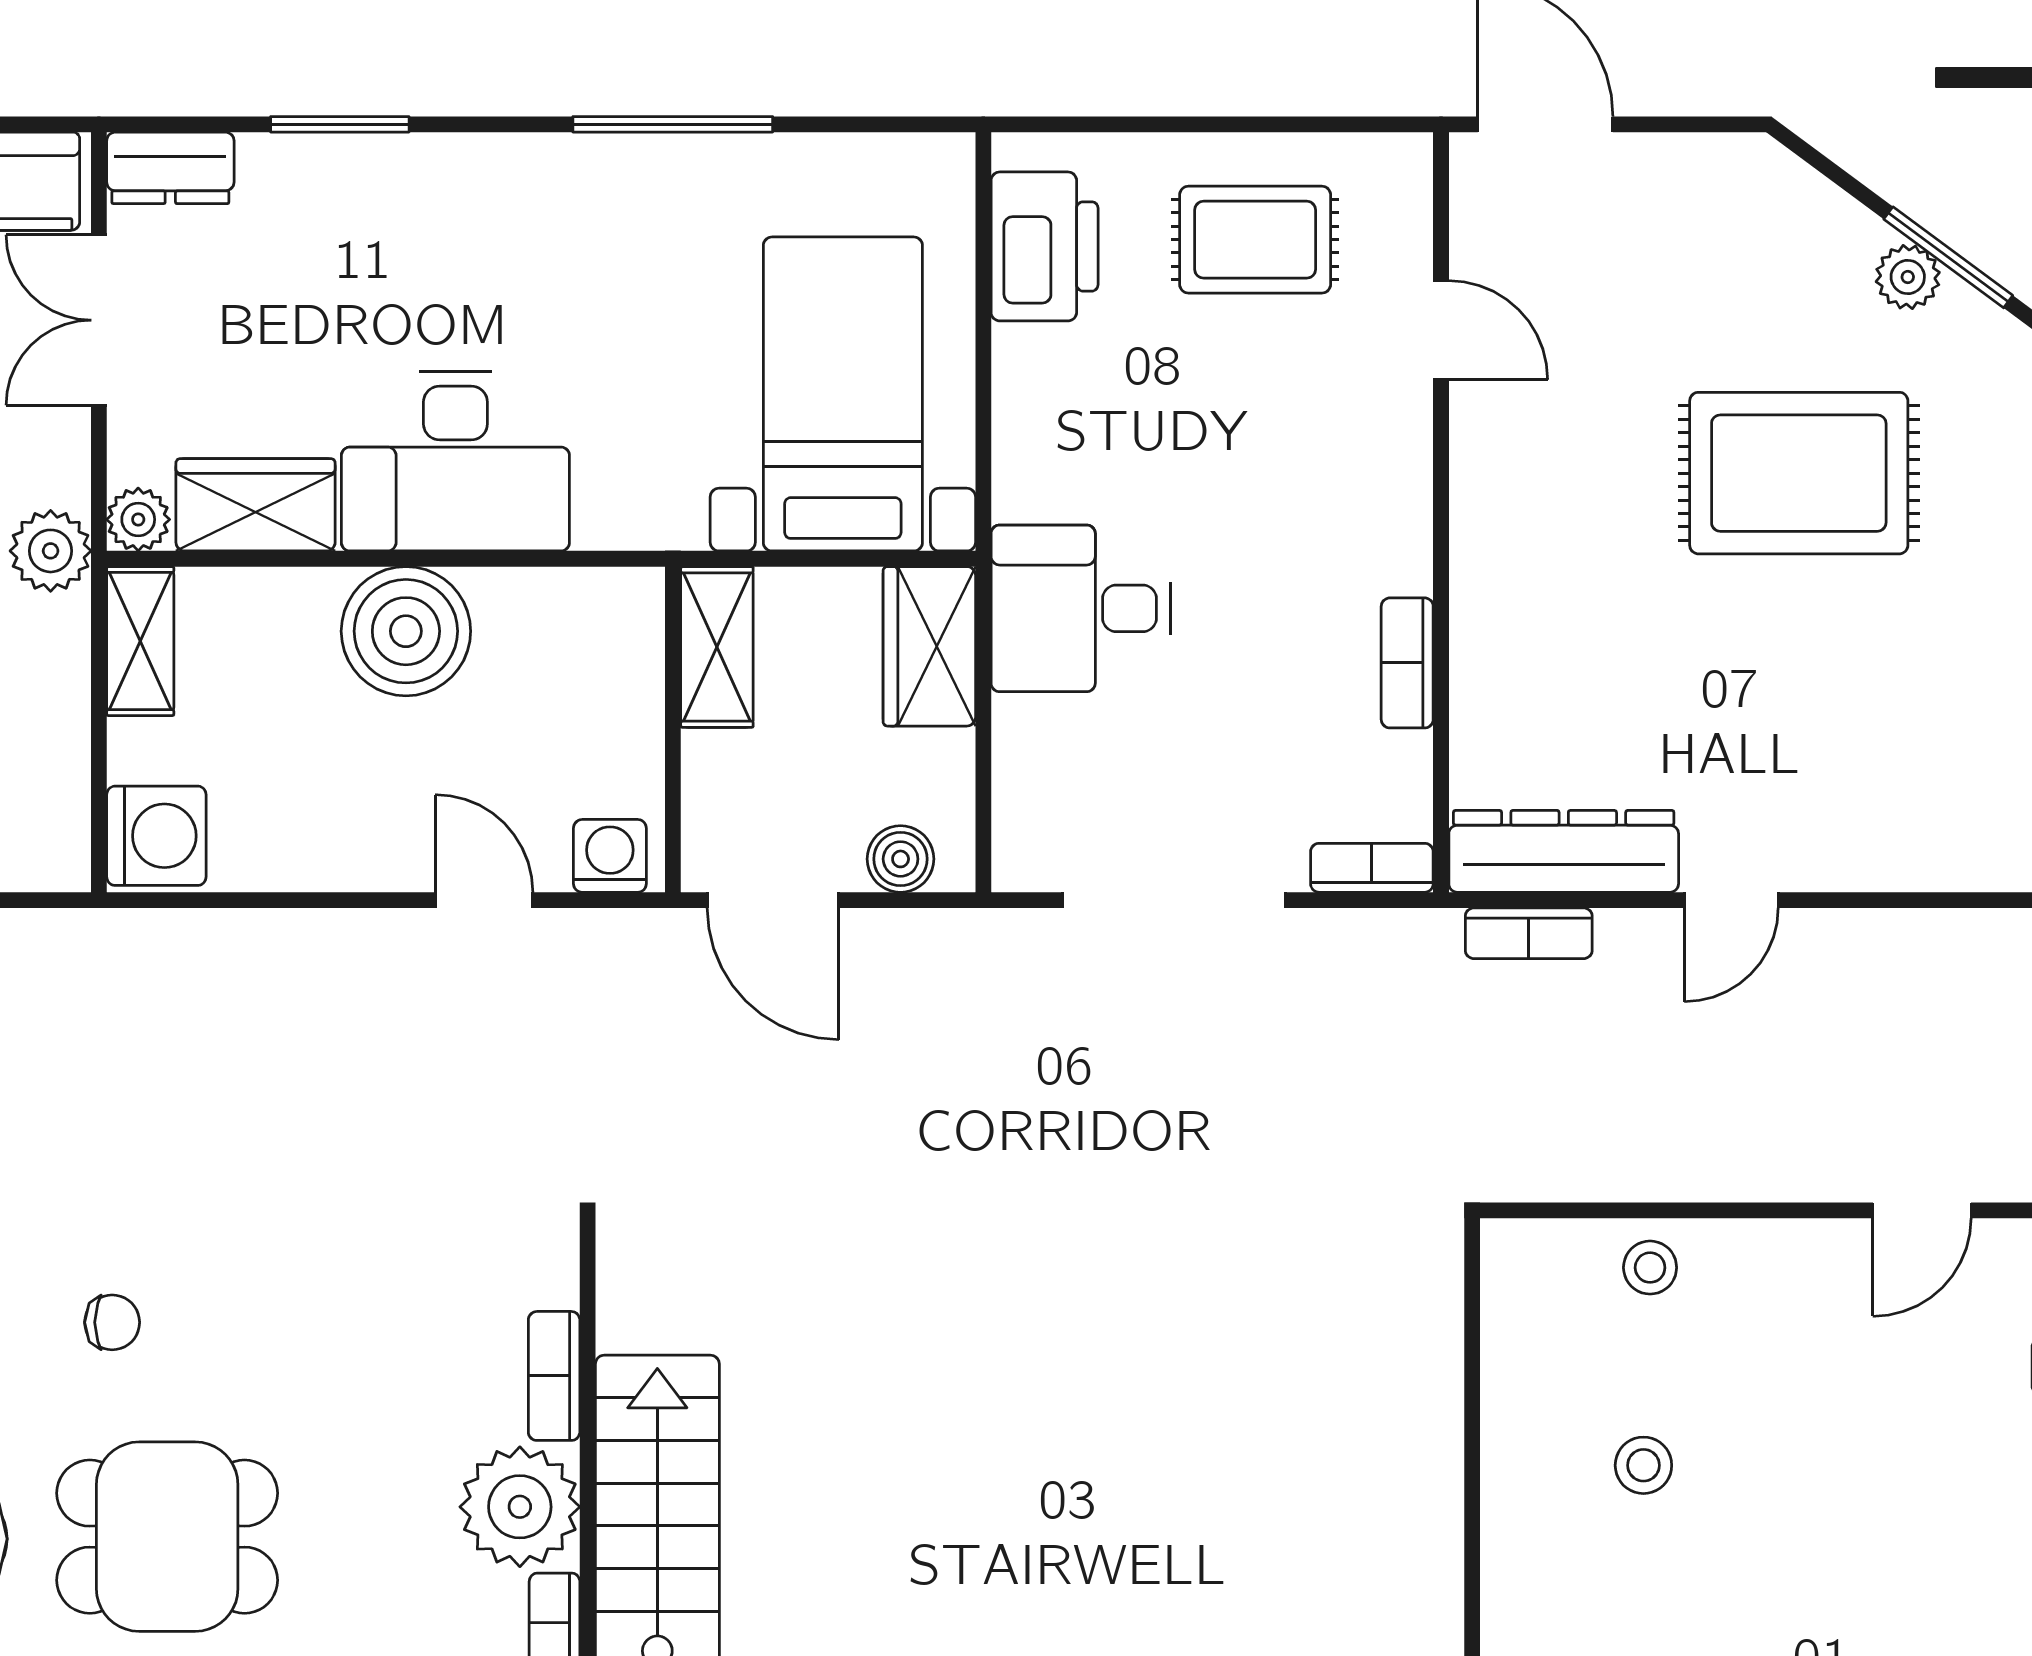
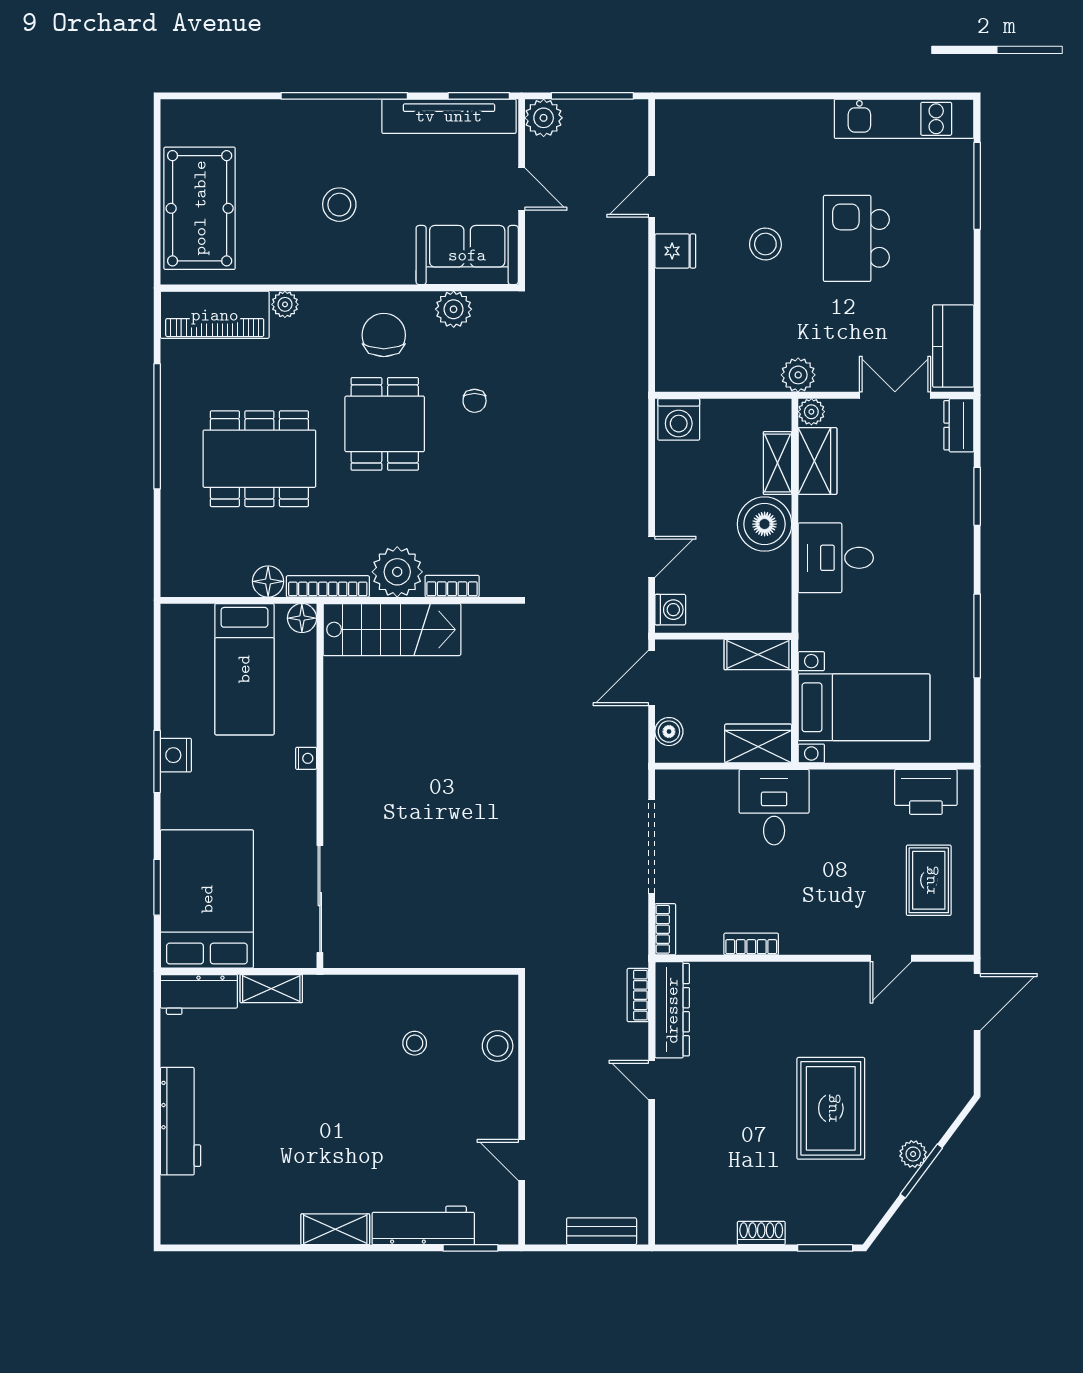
desk: (455, 461) -> (836, 558), width x0.73
shelving: (140, 641) -> (778, 463), moved, turned 90
stool: (1650, 1268) -> (498, 1046), width x1.37, depth x1.37

